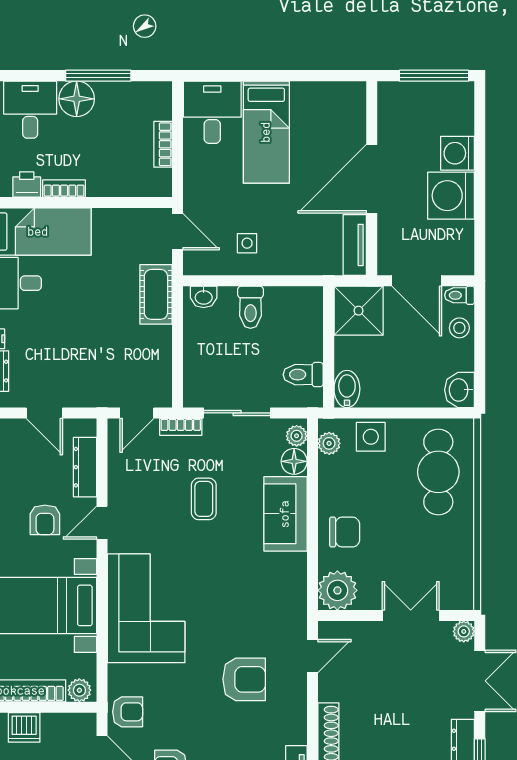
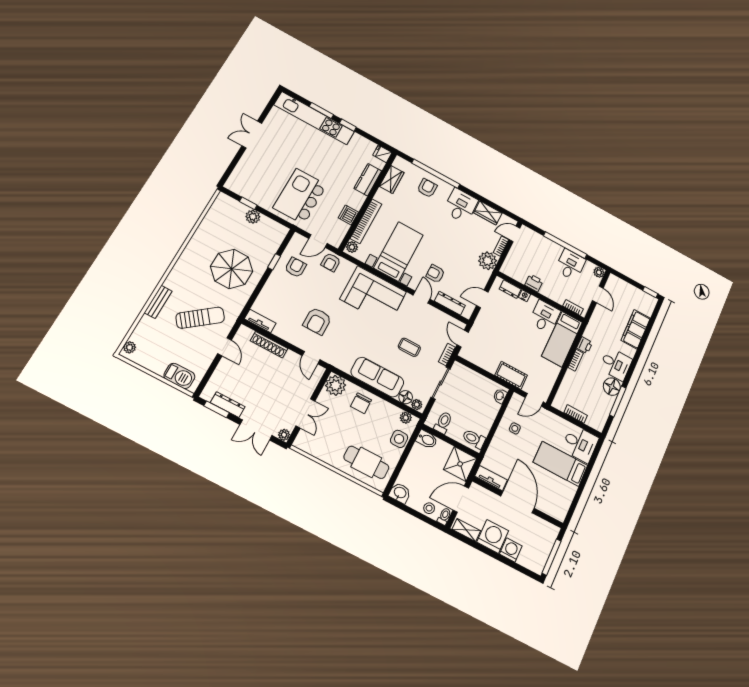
shelving: (463, 246) -> (466, 530), added
toilet: (250, 307) -> (474, 439), moved
sofa: (285, 514) -> (377, 377), width x1.36

